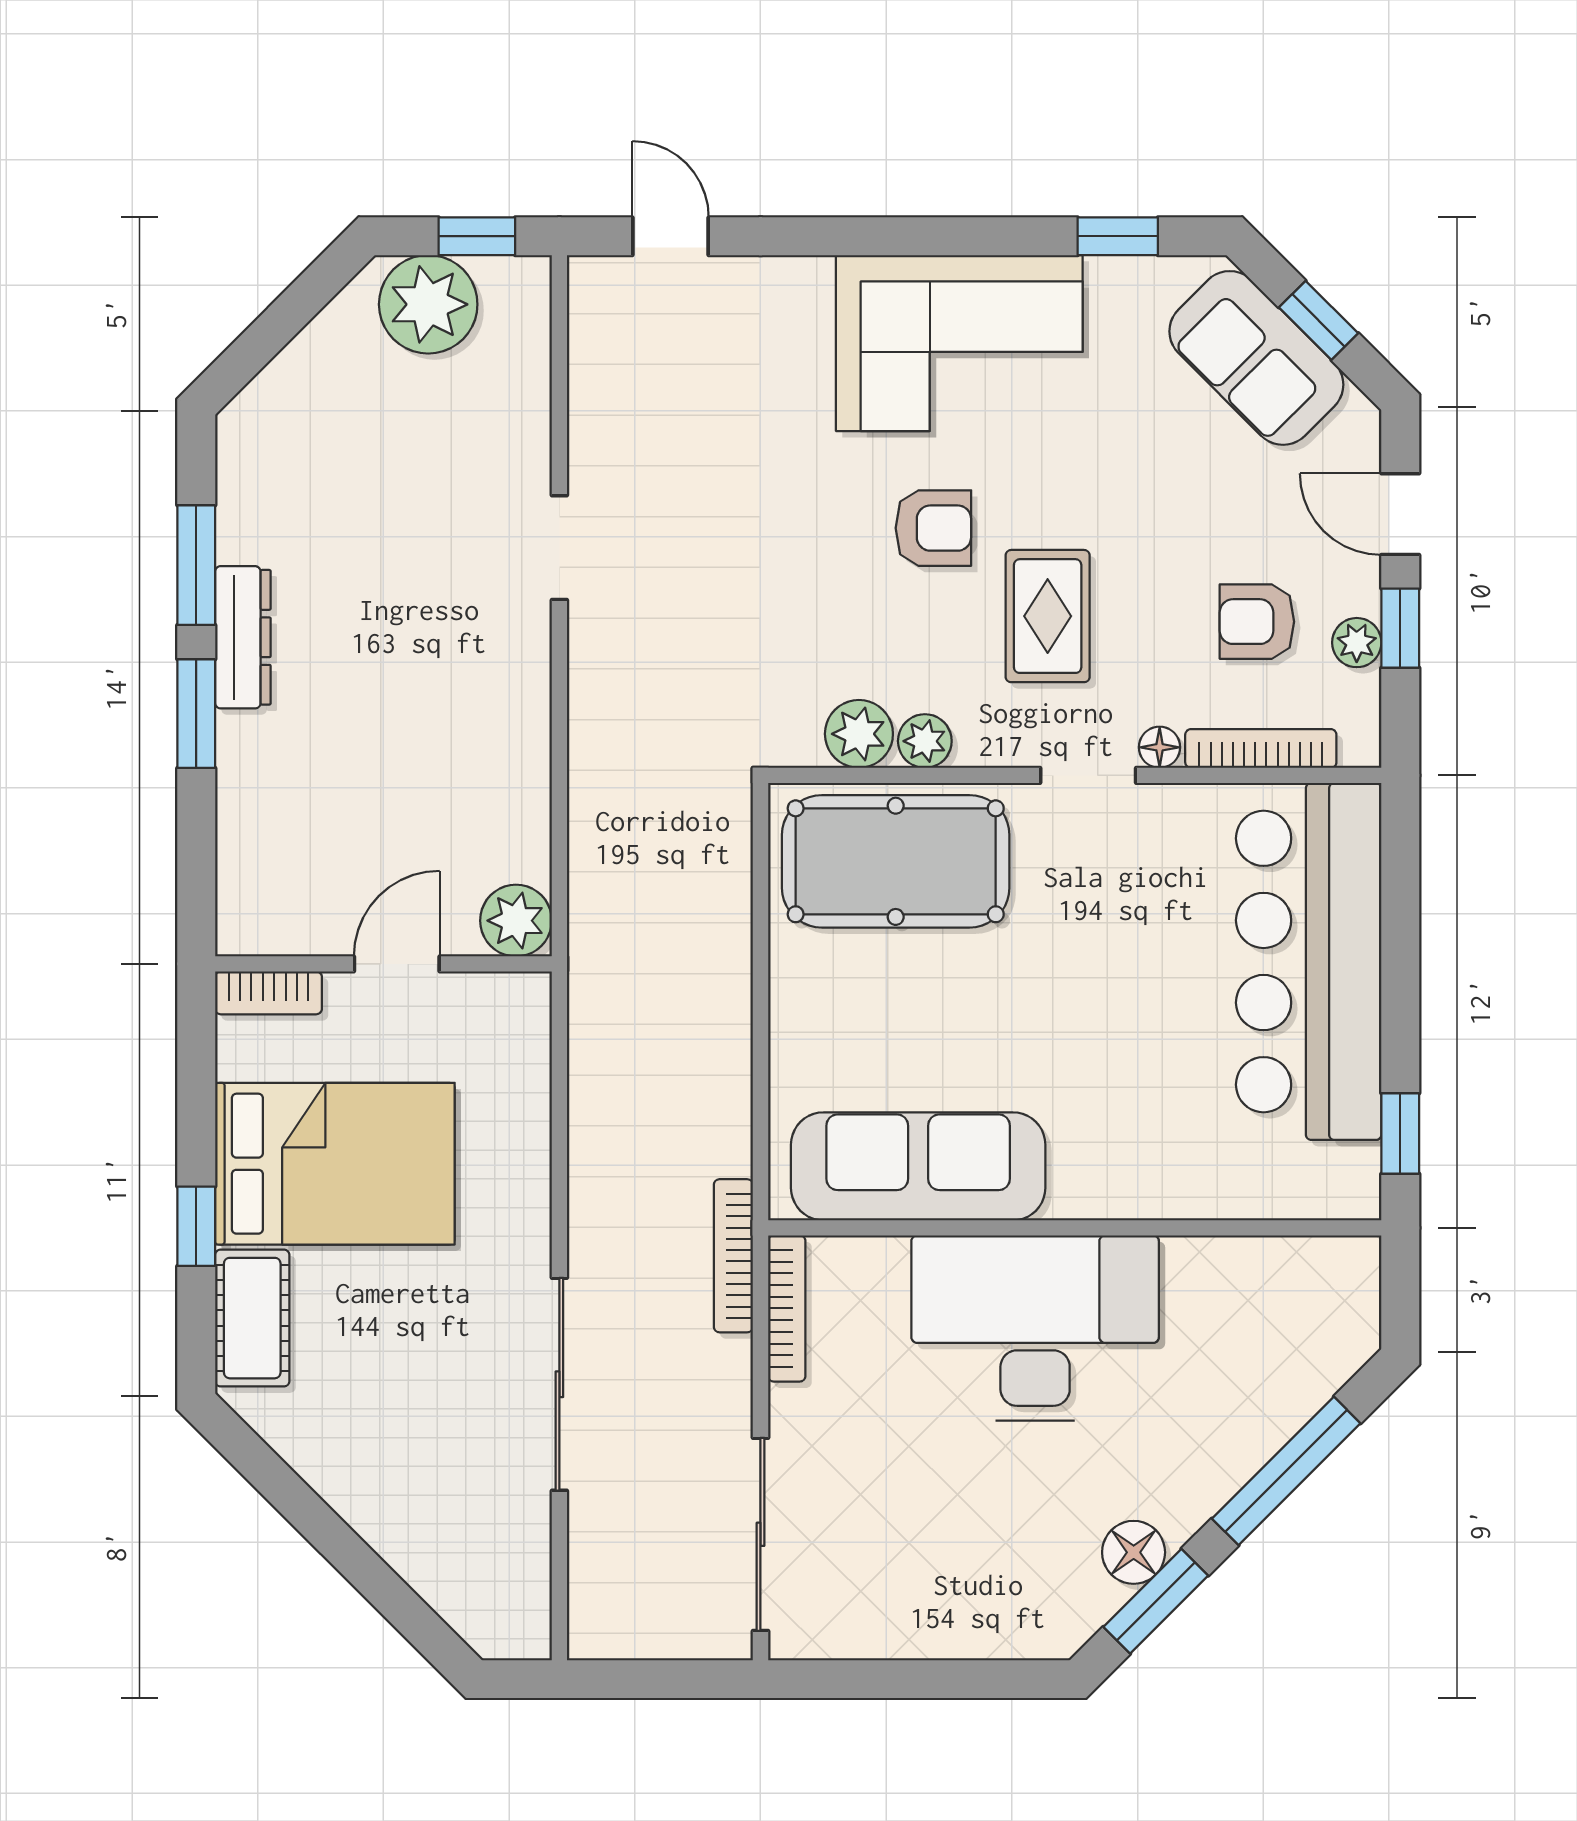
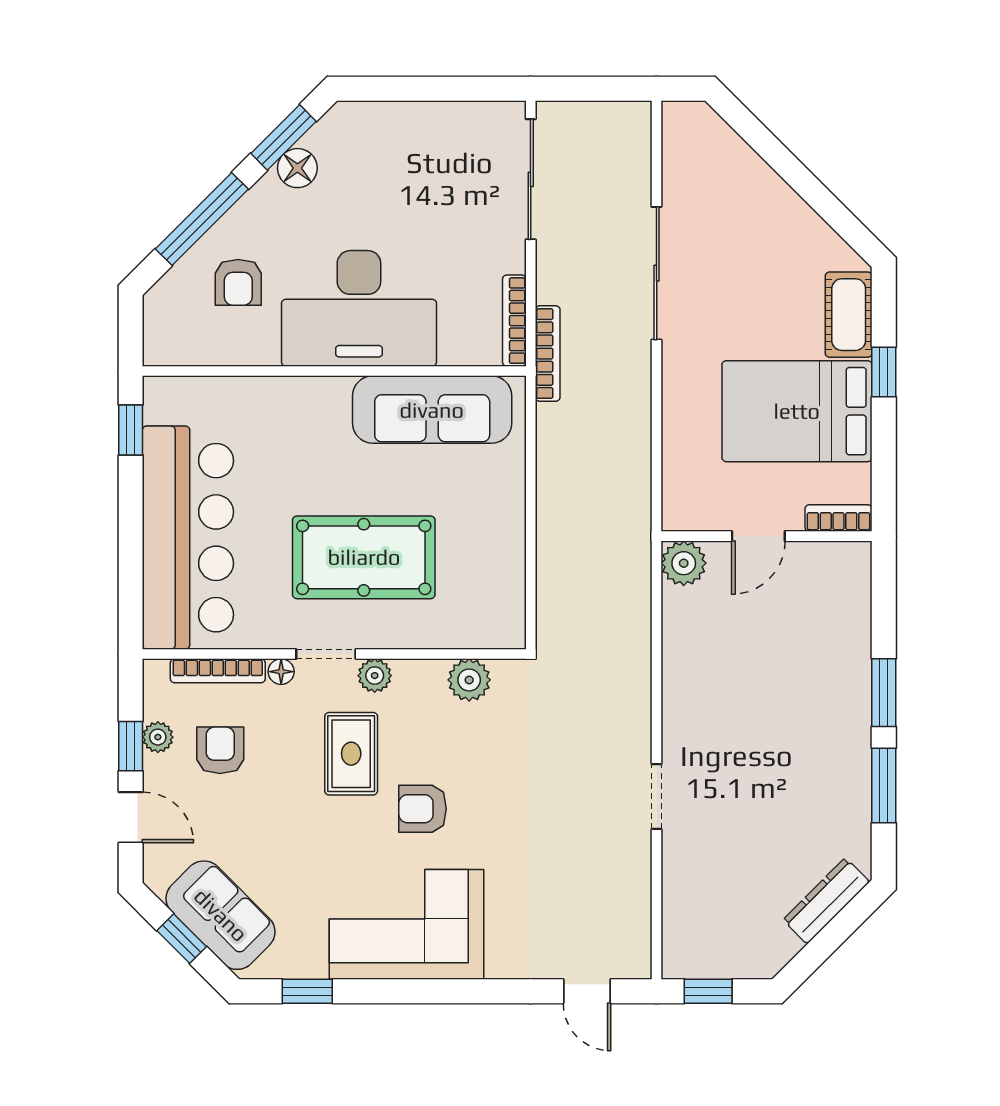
plant: (428, 304) -> (739, 949), removed
armchair: (1257, 622) -> (220, 750), turned -90
dresser: (243, 637) -> (826, 901), moved, turned 45
plant: (925, 741) -> (375, 676), moved
pool table: (896, 861) -> (364, 557), moved
armchair: (1228, 1370) -> (238, 282), added

